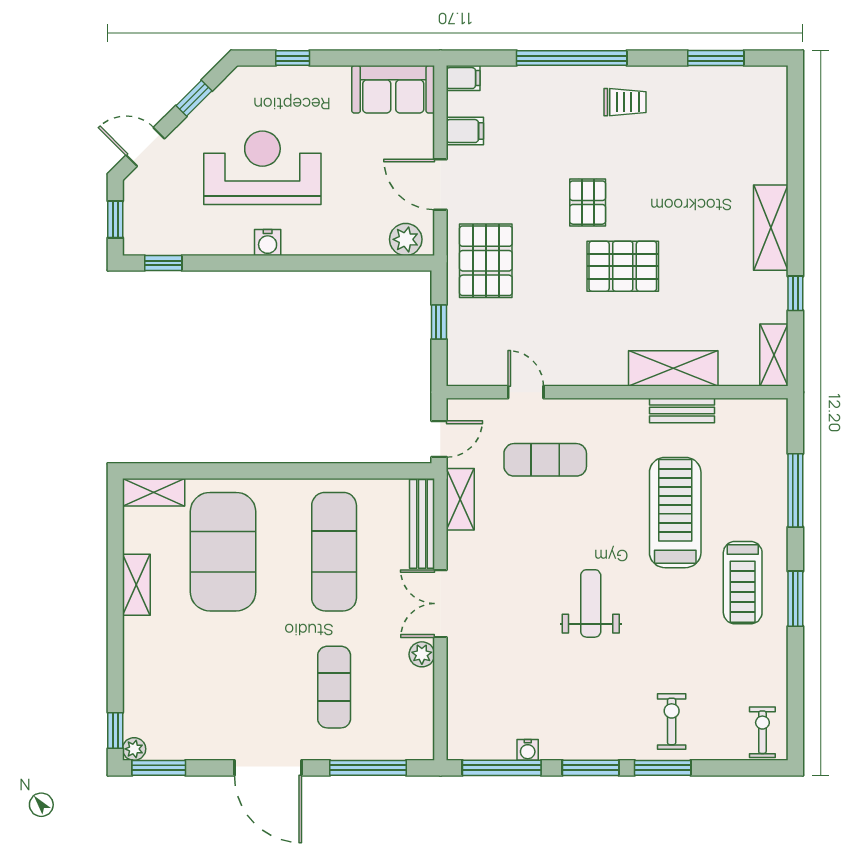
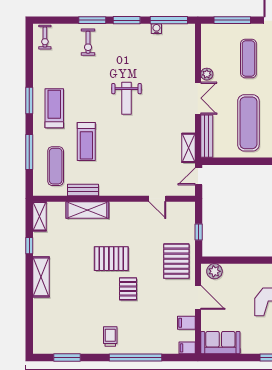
trolley: (625, 102) -> (110, 337), turned 90
exercise mat: (545, 460) -> (56, 166), moved, turned 90
treadmill: (675, 513) -> (86, 141), width x0.73, depth x0.73

